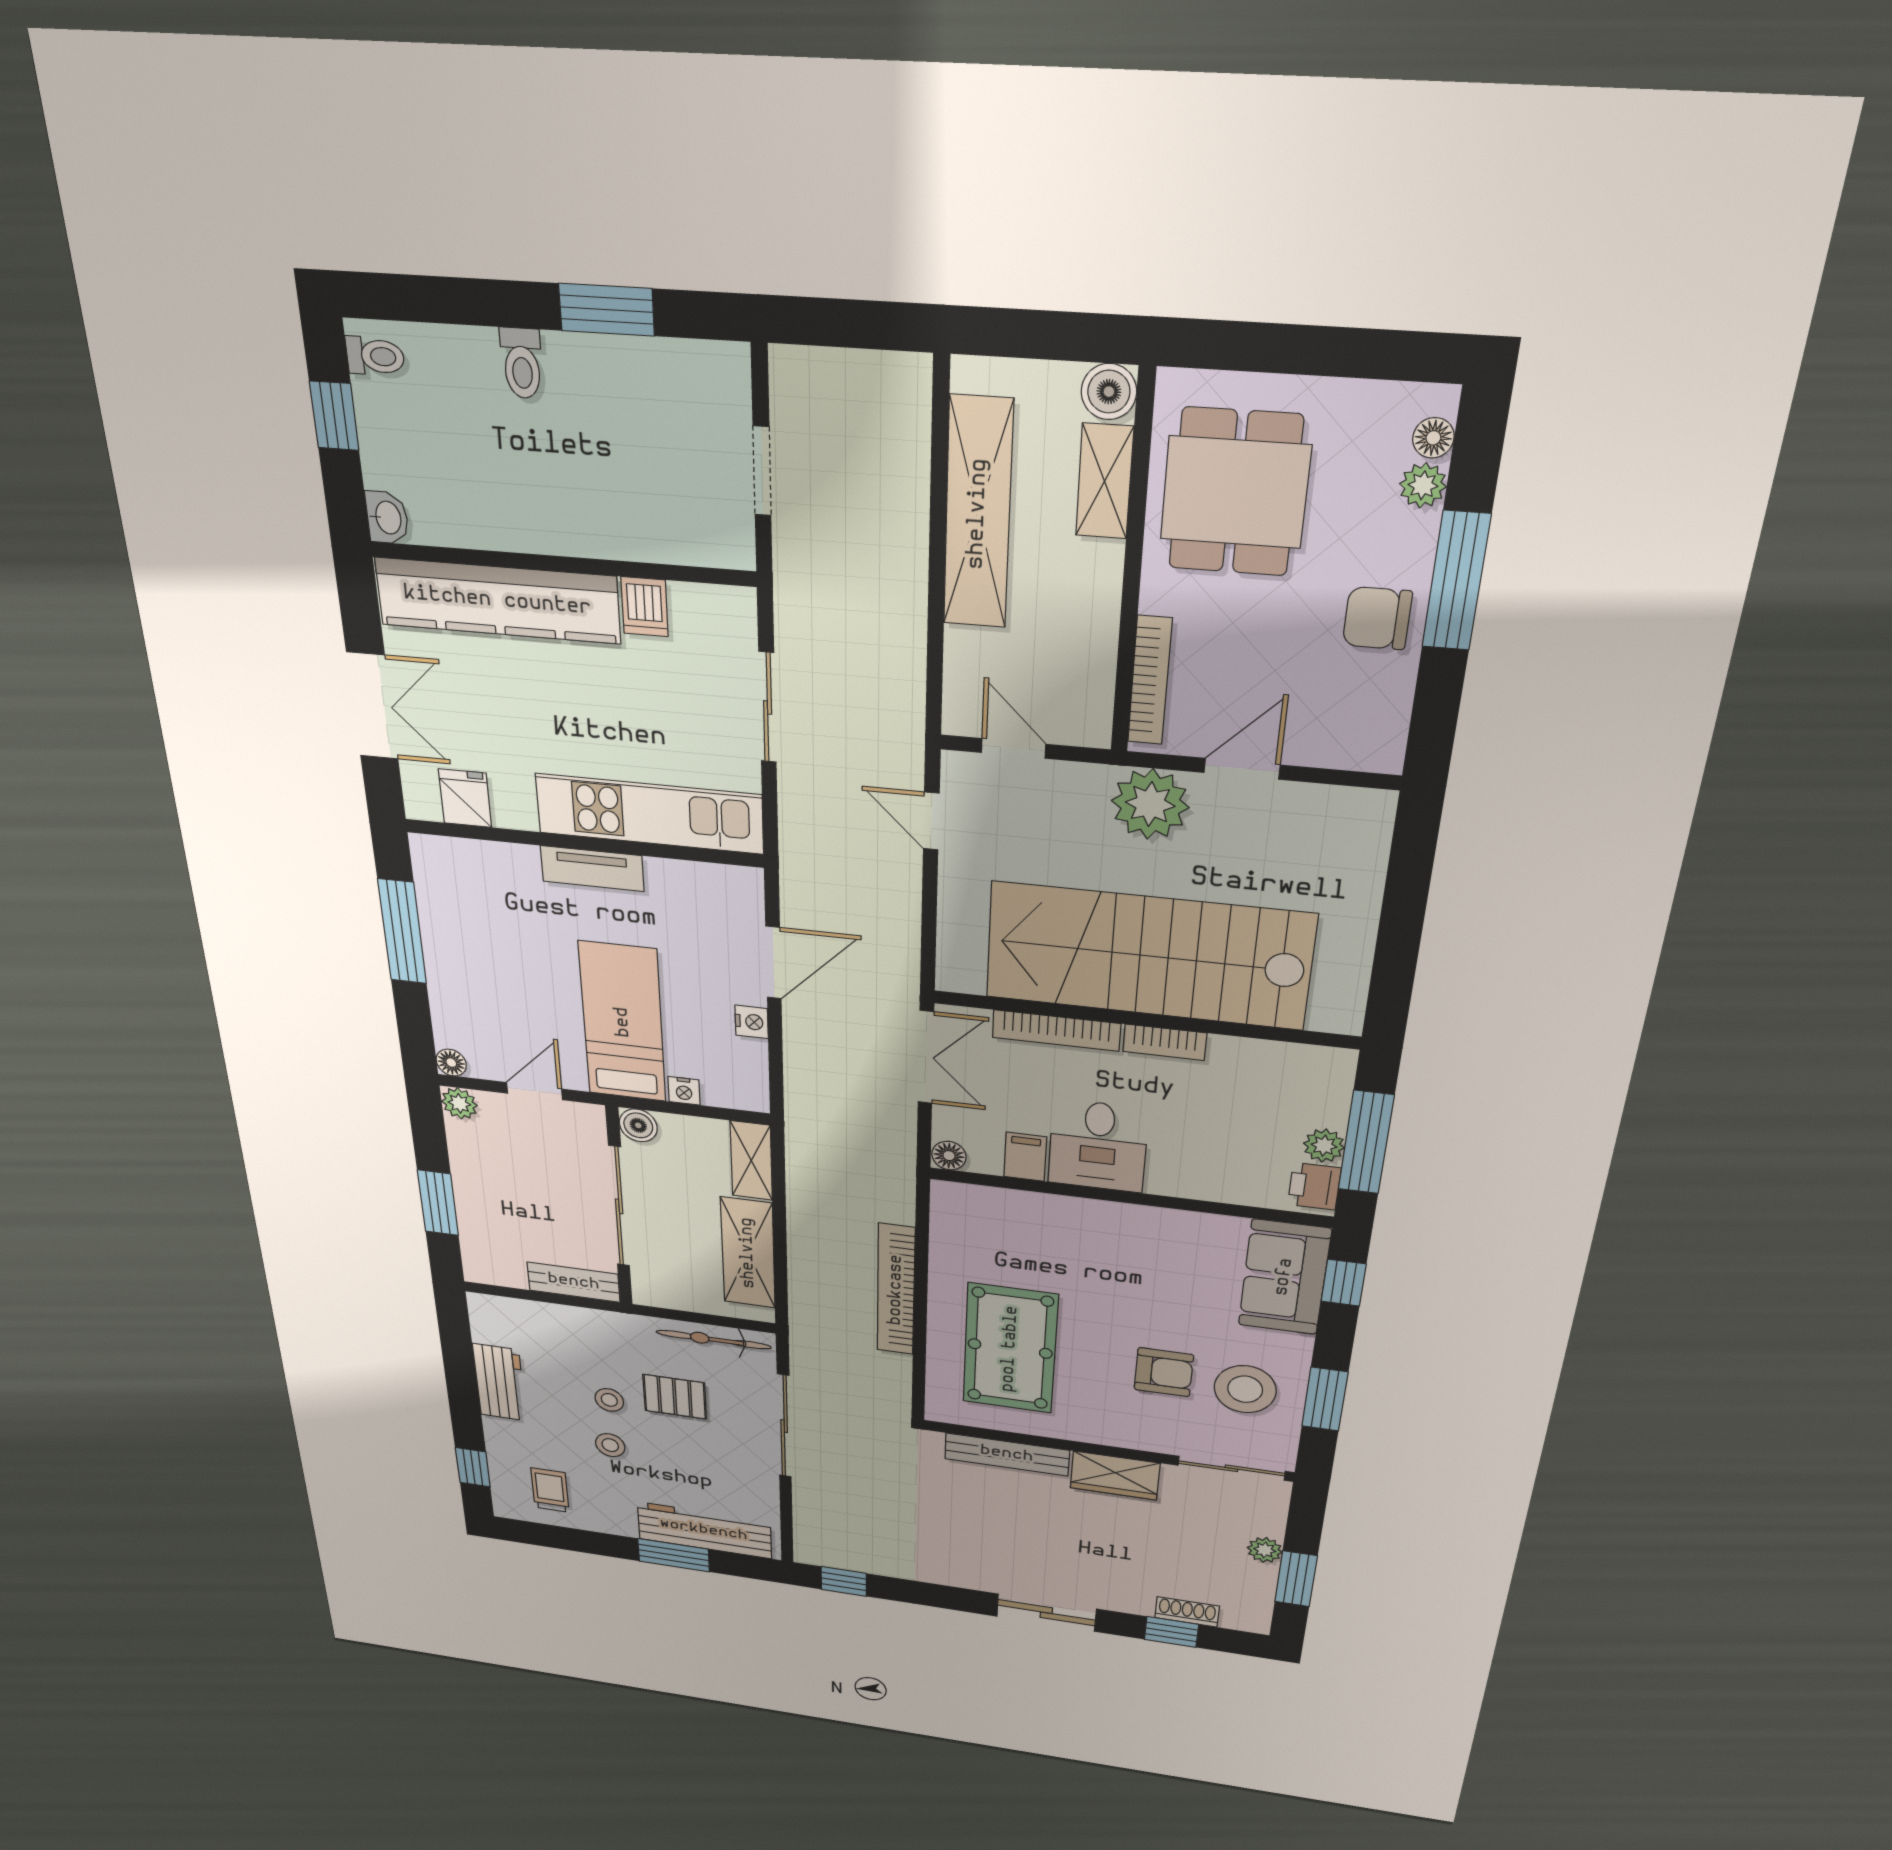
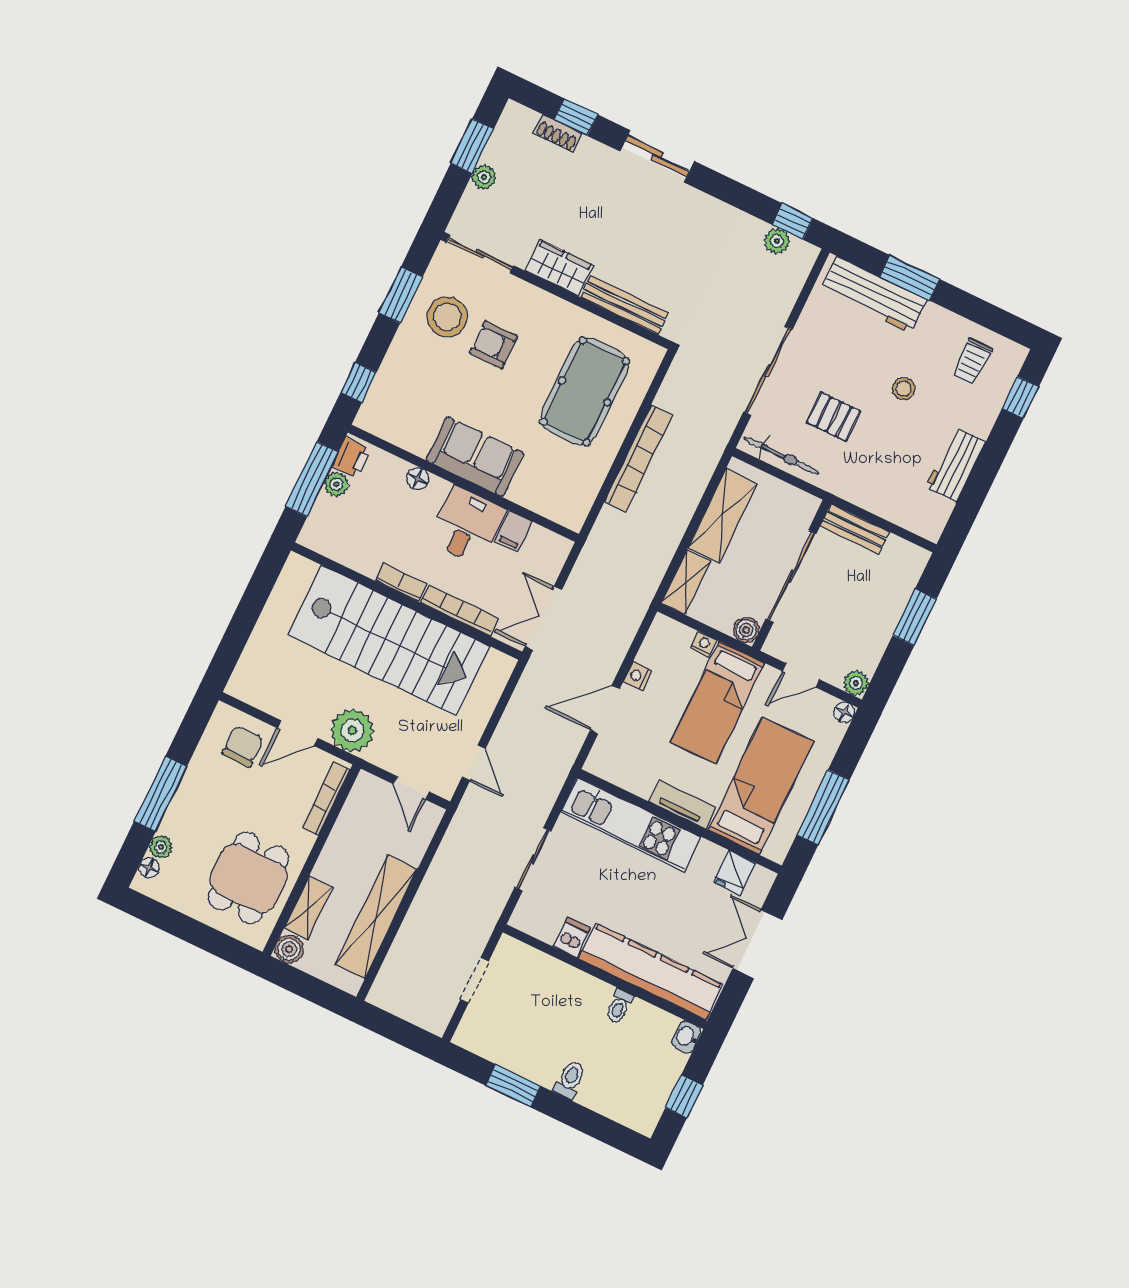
toilet: (375, 356) -> (619, 1006), moved, turned -90
chair: (1377, 618) -> (243, 746), moved, turned -90
bed: (501, 932) -> (761, 786), added
floor lamp: (949, 1156) -> (418, 478), moved
sofa: (1284, 1277) -> (475, 456), moved, turned -90
stool: (609, 1400) -> (883, 427), removed
plant: (851, 1559) -> (777, 241), added

